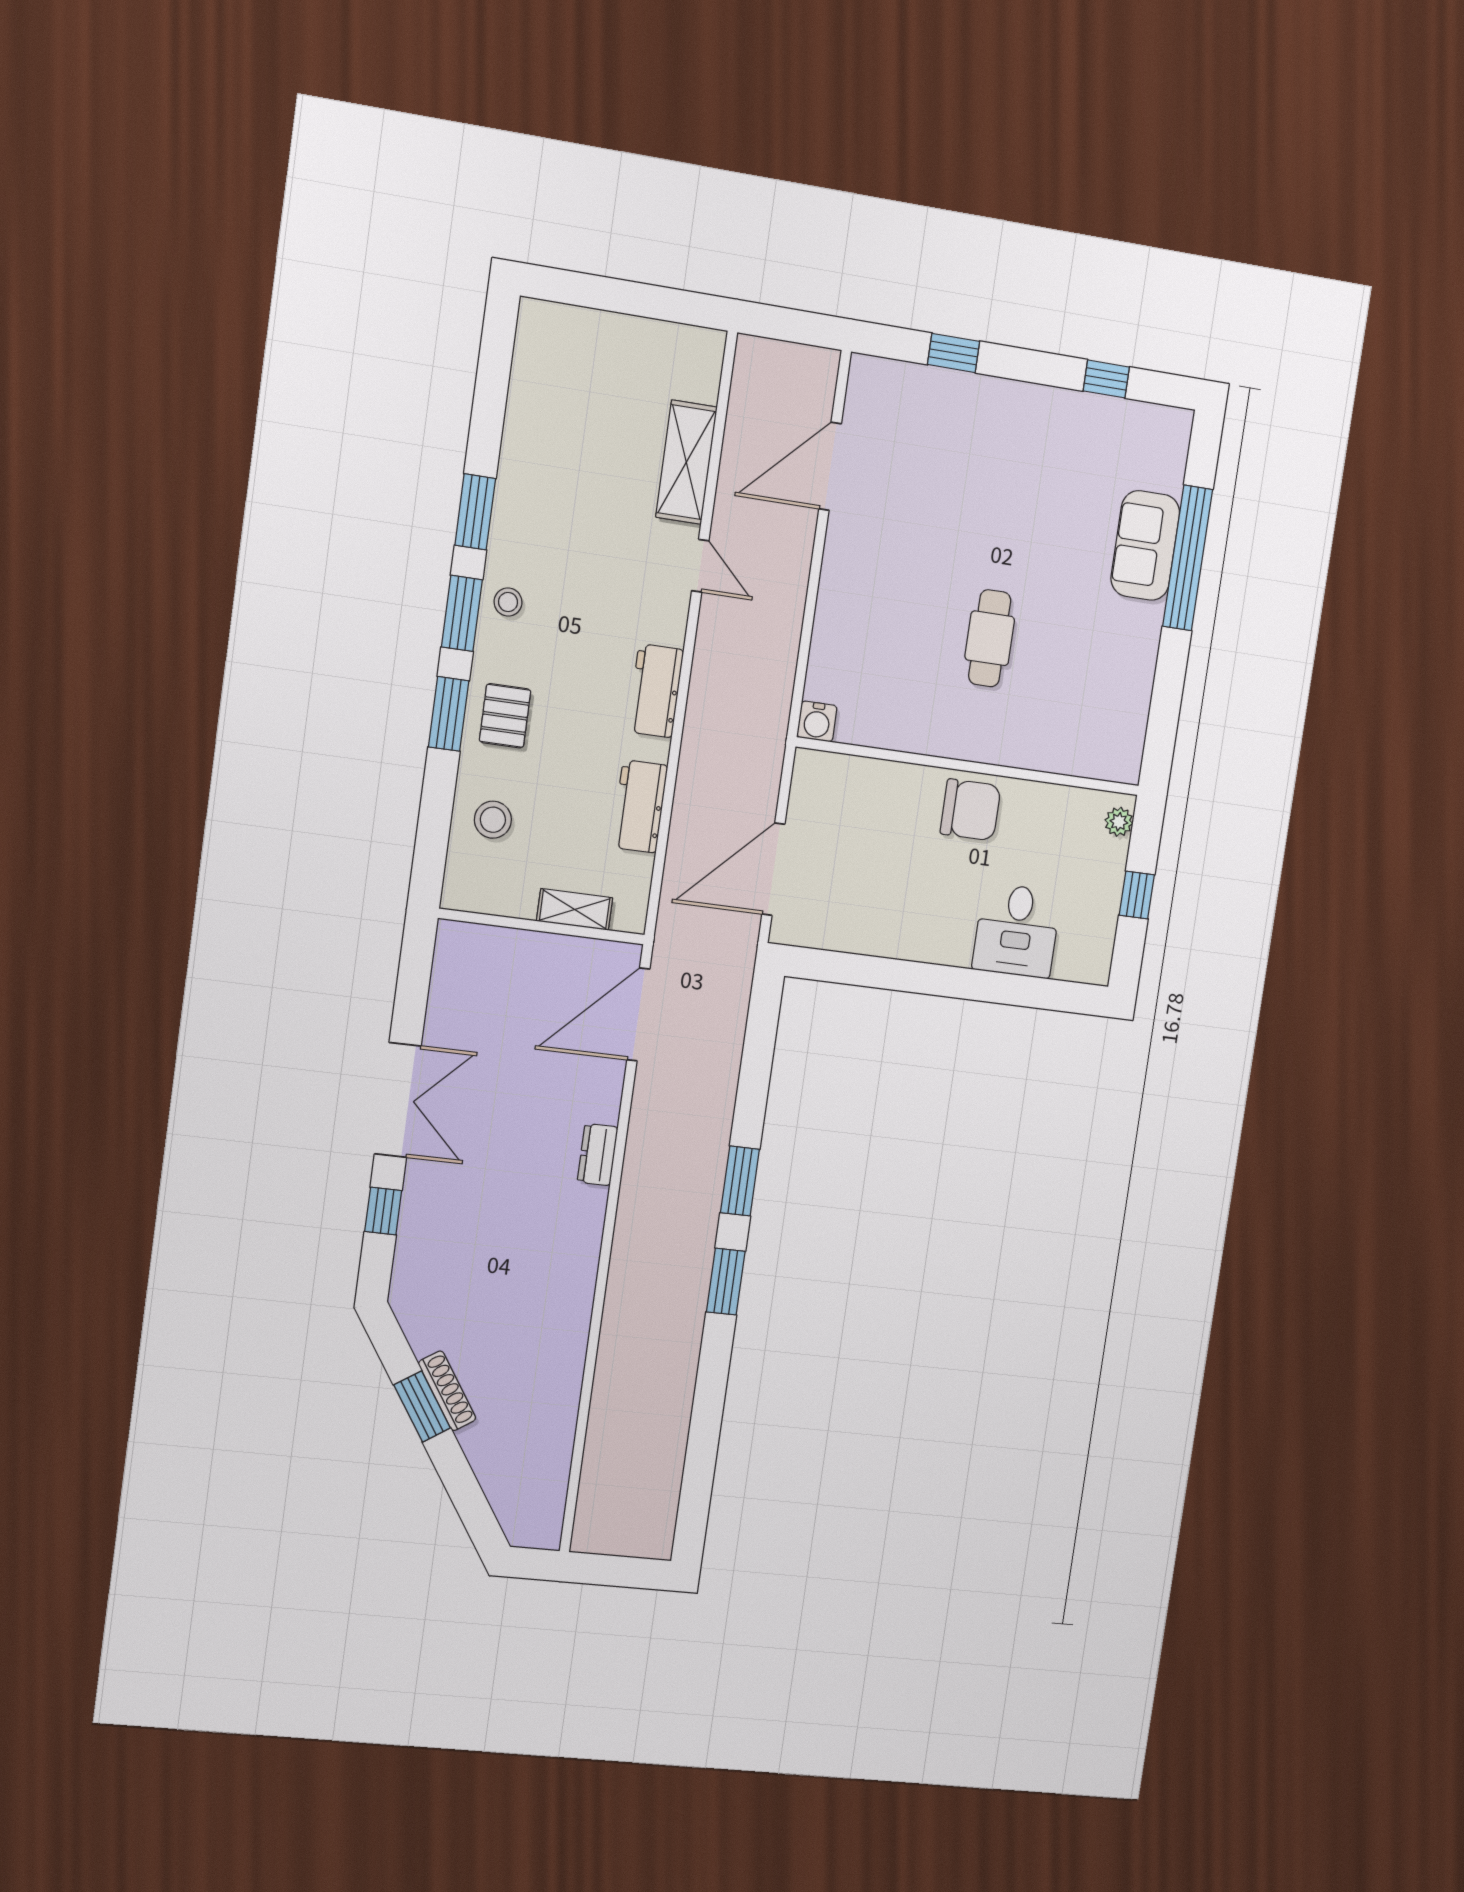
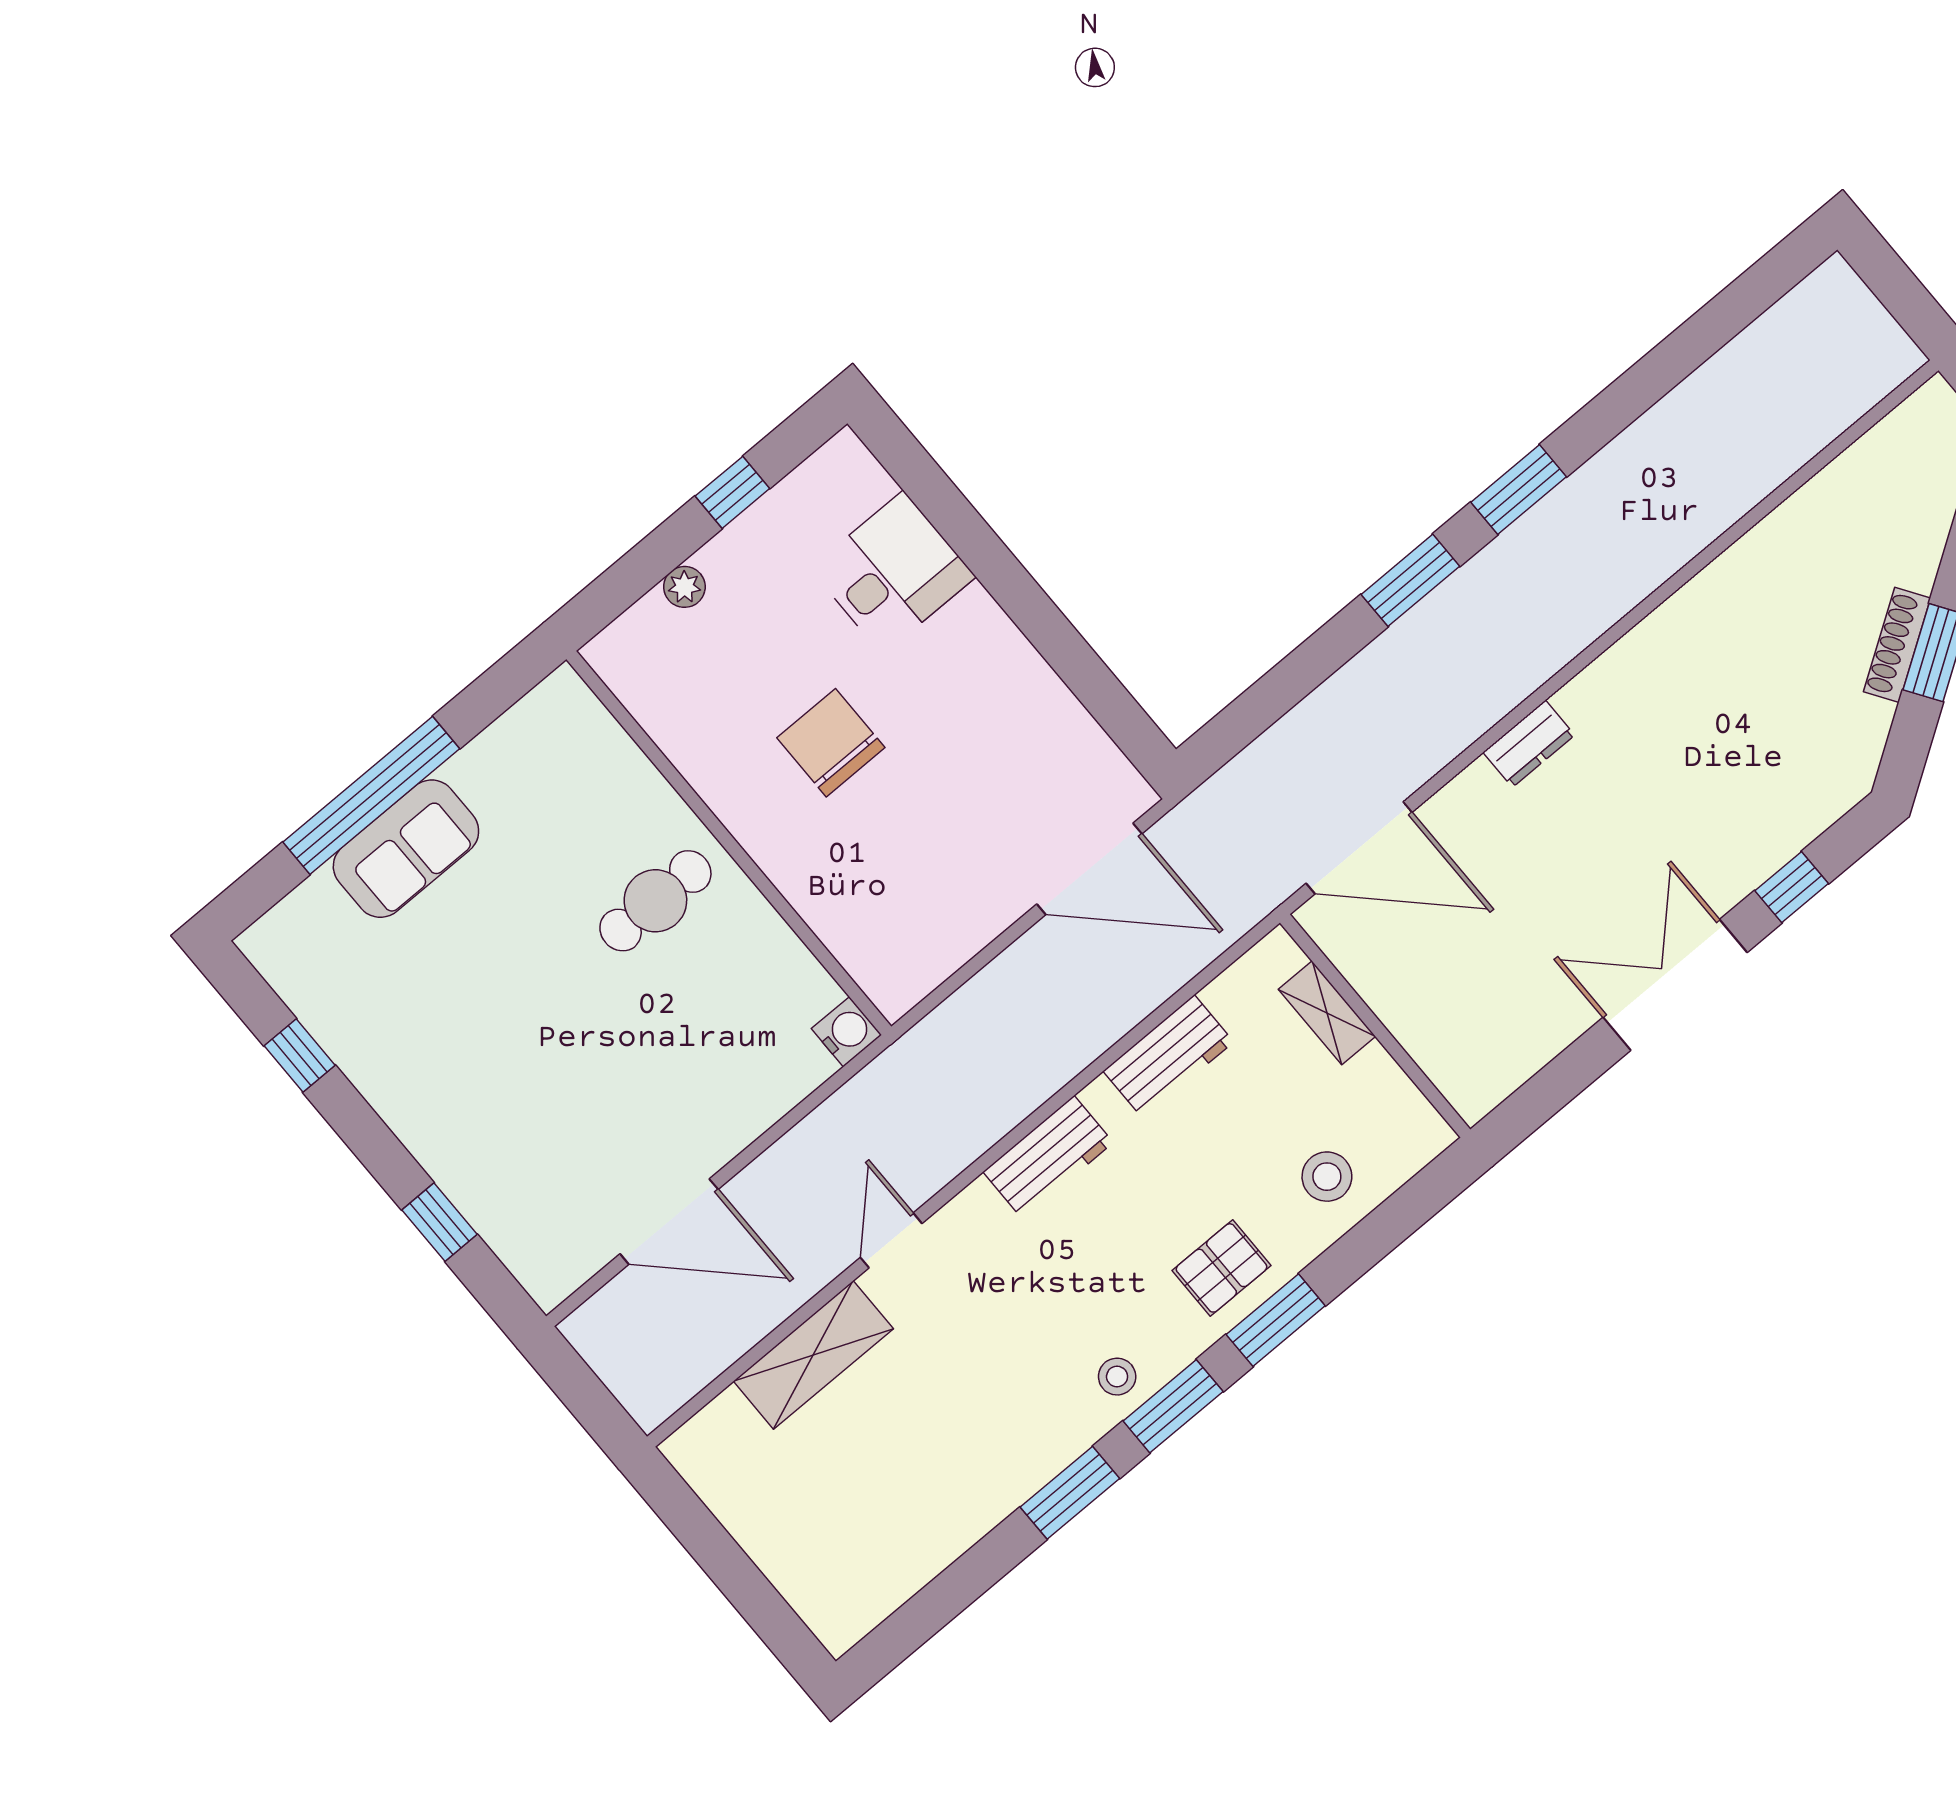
water cooler: (817, 721) -> (846, 1032), moved
wall: (969, 766) -> (729, 843), moved

